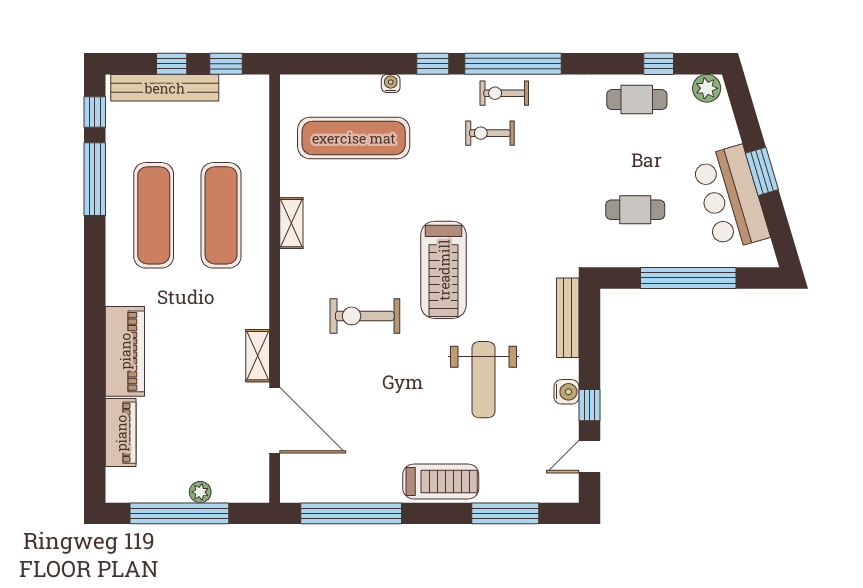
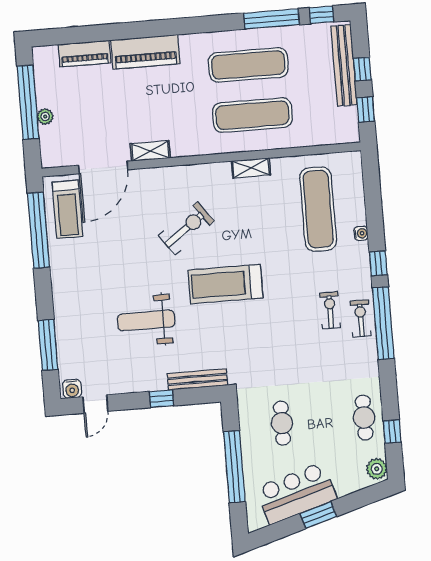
exercise bike: (365, 316) -> (186, 228), turned 54
water cooler: (566, 392) -> (72, 389), moved
window: (589, 405) -> (162, 399), moved
door: (589, 457) -> (95, 404), swing flipped
treadmill: (441, 481) -> (68, 209), moved

